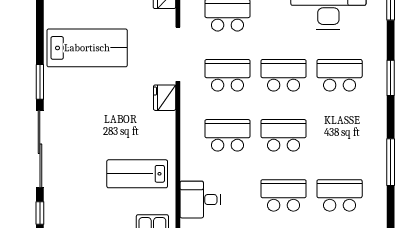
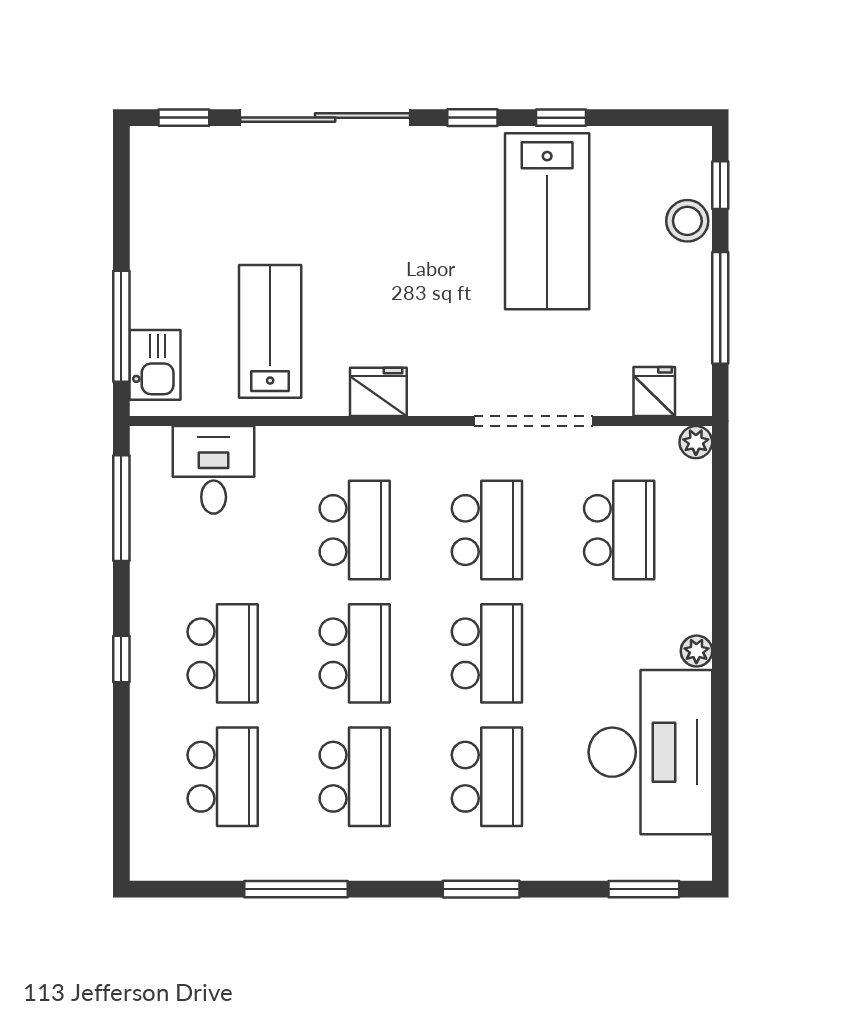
window: (40, 42) -> (561, 118), added
window: (40, 82) -> (472, 118), width x0.67
fridge: (165, 98) -> (378, 392), moved
school desk: (340, 135) -> (355, 777), added

